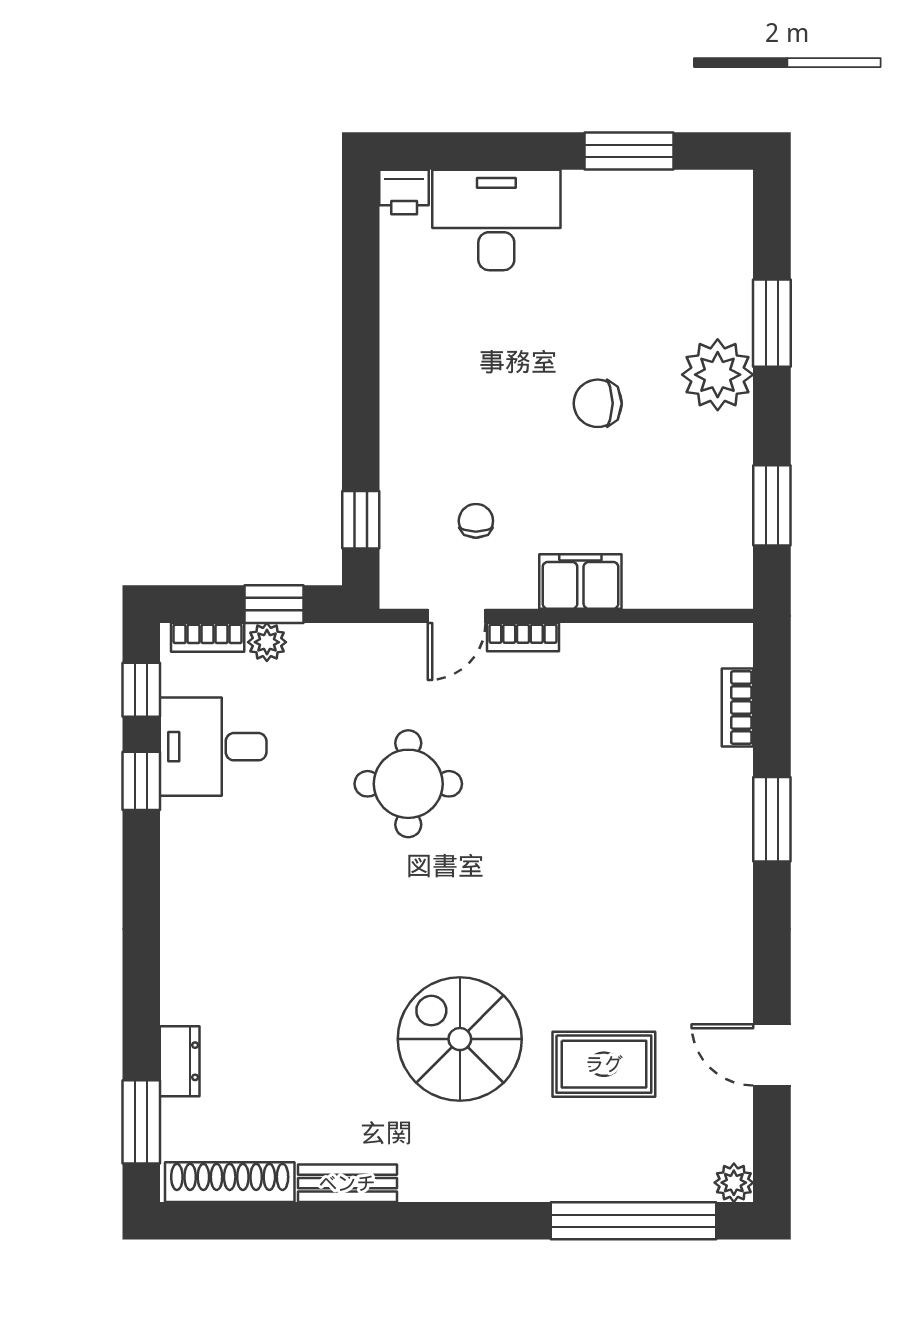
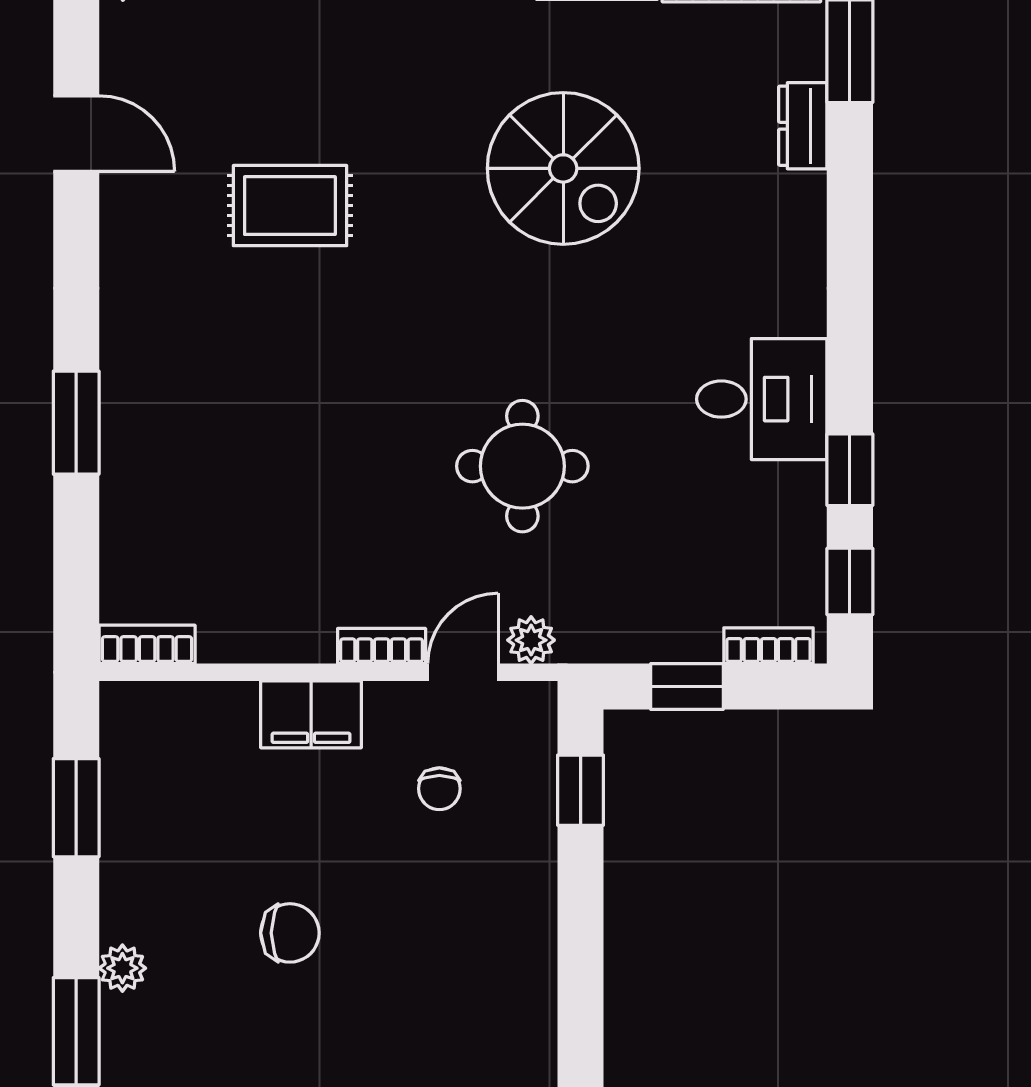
plant: (718, 375) -> (122, 968), width x0.53, depth x0.53
plant: (267, 642) -> (531, 640), moved
bookcase: (738, 708) -> (147, 644), moved, turned -90
desk: (213, 747) -> (762, 399), moved
spiral stairs: (460, 1039) -> (563, 168), moved
rug: (604, 1064) -> (290, 206), moved

